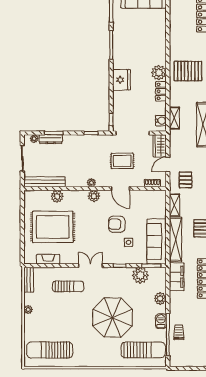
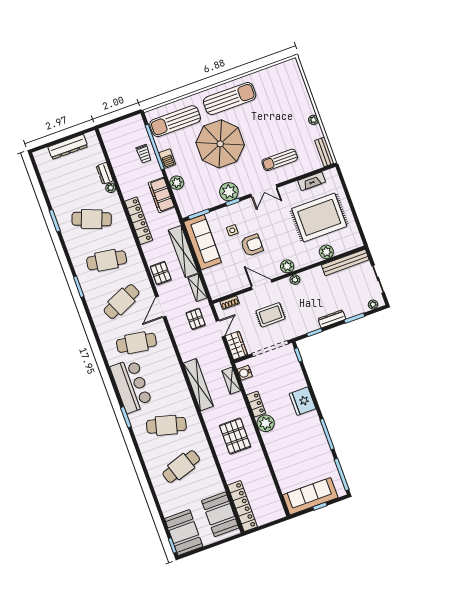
pallet: (188, 71) -> (235, 436), turned 90
dresser: (51, 139) -> (332, 319), moved
plant: (140, 275) -> (229, 192), moved
filing cabinet: (177, 277) -> (161, 195), moved
sun lounger: (50, 350) -> (230, 99), moved

